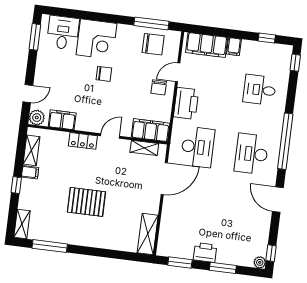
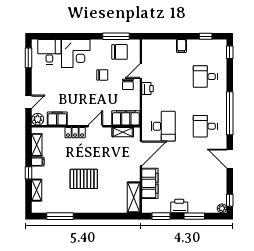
filing cabinet: (207, 45) -> (150, 183), moved, turned -90
chair: (104, 74) -> (102, 75), moved
printer: (186, 103) -> (148, 89), width x0.53, depth x0.68
desk: (252, 154) -> (205, 126), width x0.73
shelving: (22, 224) -> (37, 190), moved

